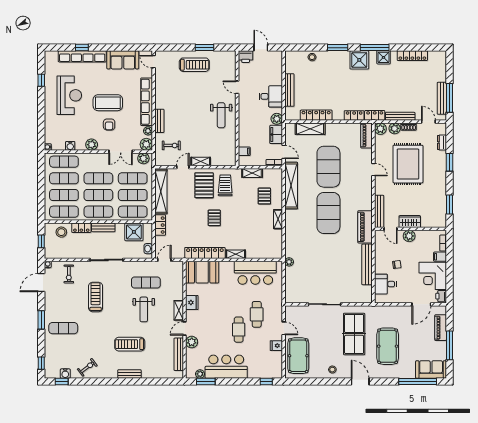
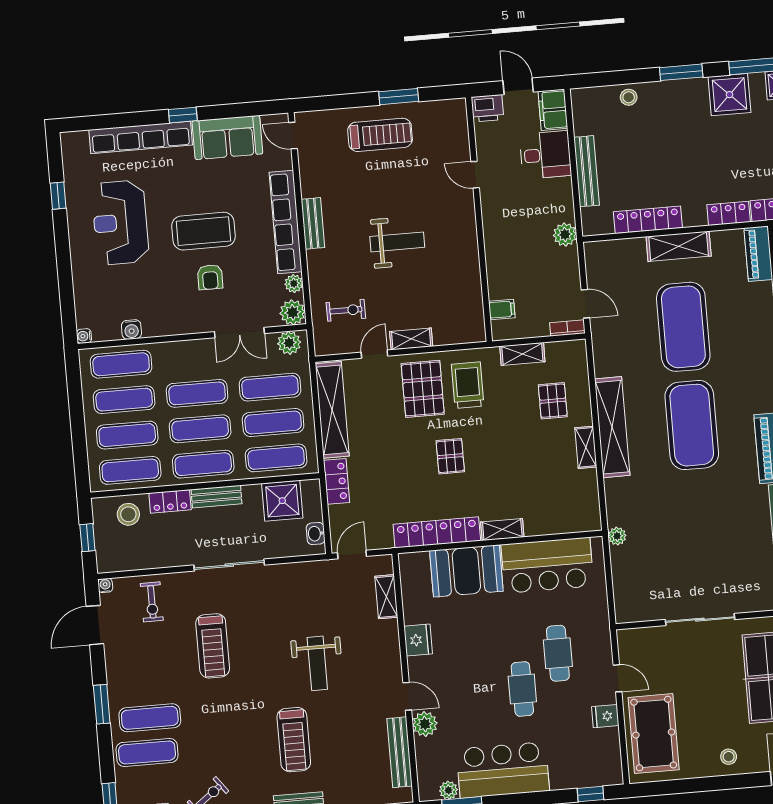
window: (82, 48) -> (183, 115), moved
reception desk: (69, 95) -> (120, 223), turned 180
desk: (271, 96) -> (545, 155), moved
weight bench: (221, 115) -> (397, 242), moved, turned -90
bench: (159, 121) -> (313, 223), moved
shelving: (310, 129) -> (679, 246), moved
filing cabinet: (276, 134) -> (553, 110), moved
plant: (92, 145) -> (177, 323), removed
shelving: (291, 186) -> (612, 427), moved
booth: (202, 272) -> (466, 571), moved
exercise mat: (146, 282) -> (147, 752), moved
treadmill: (96, 297) -> (213, 646), turned 180
shelving: (179, 310) -> (386, 597), moved
door: (184, 328) -> (407, 696), swing flipped
treadmill: (130, 344) -> (294, 740), turned -90

